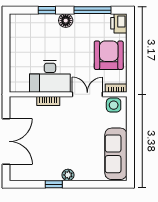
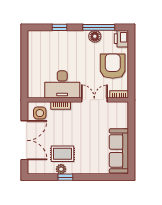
floor lamp: (66, 21) -> (95, 36), moved
side table: (114, 105) -> (40, 113), moved
rug: (50, 157) -> (63, 154), added
plant: (68, 175) -> (61, 169), moved

